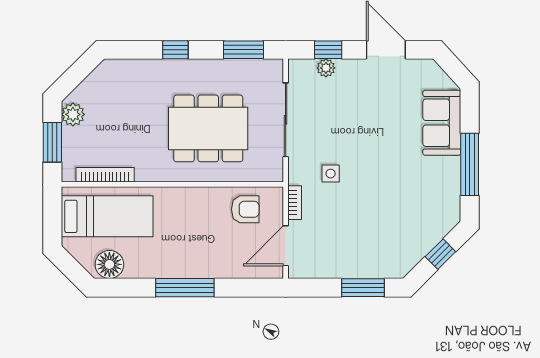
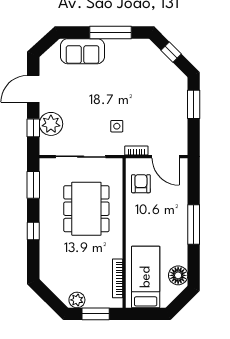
plant: (326, 68) -> (51, 124), width x1.88, depth x1.88

